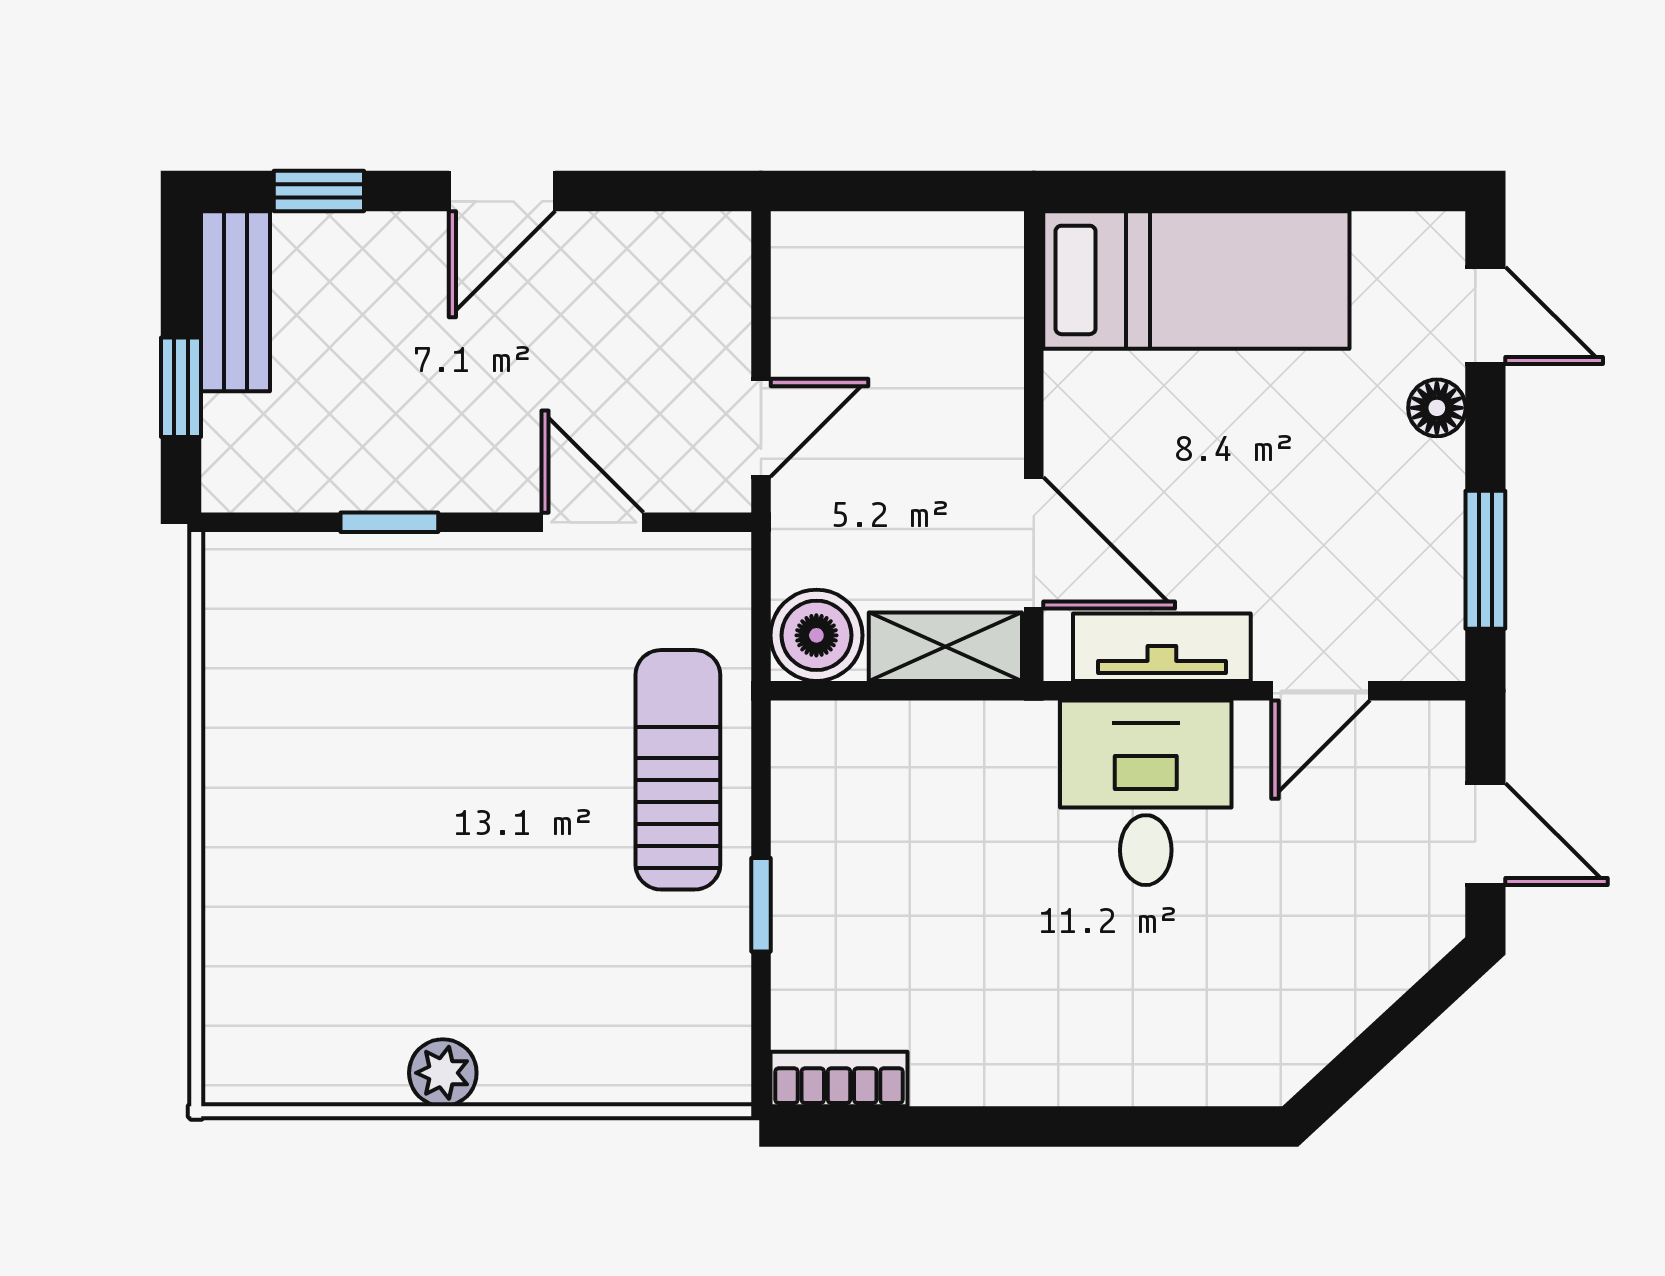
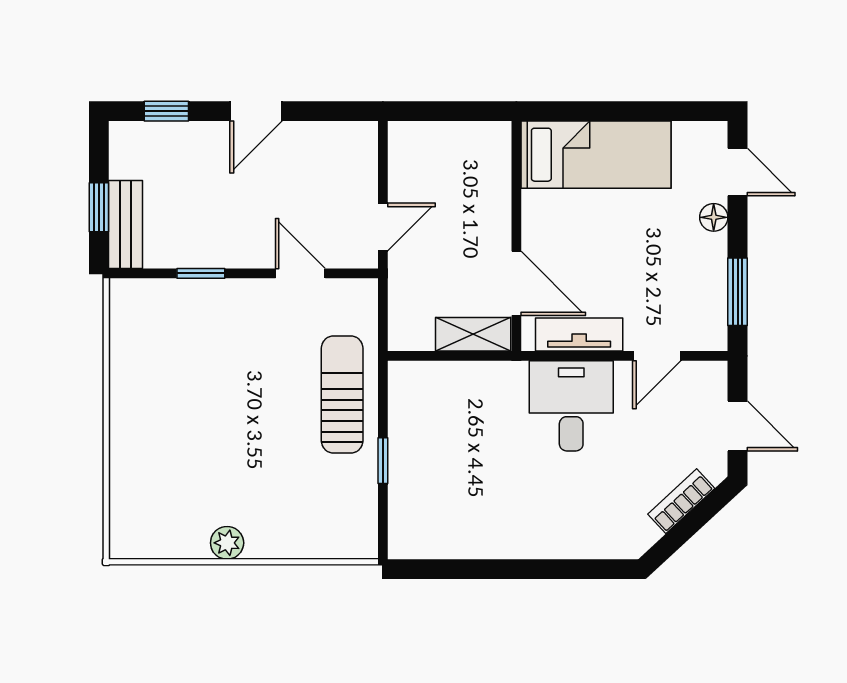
bench: (235, 301) -> (126, 224), moved
boiler: (816, 635) -> (410, 329), removed
bookcase: (839, 1079) -> (681, 501), moved, turned -43

